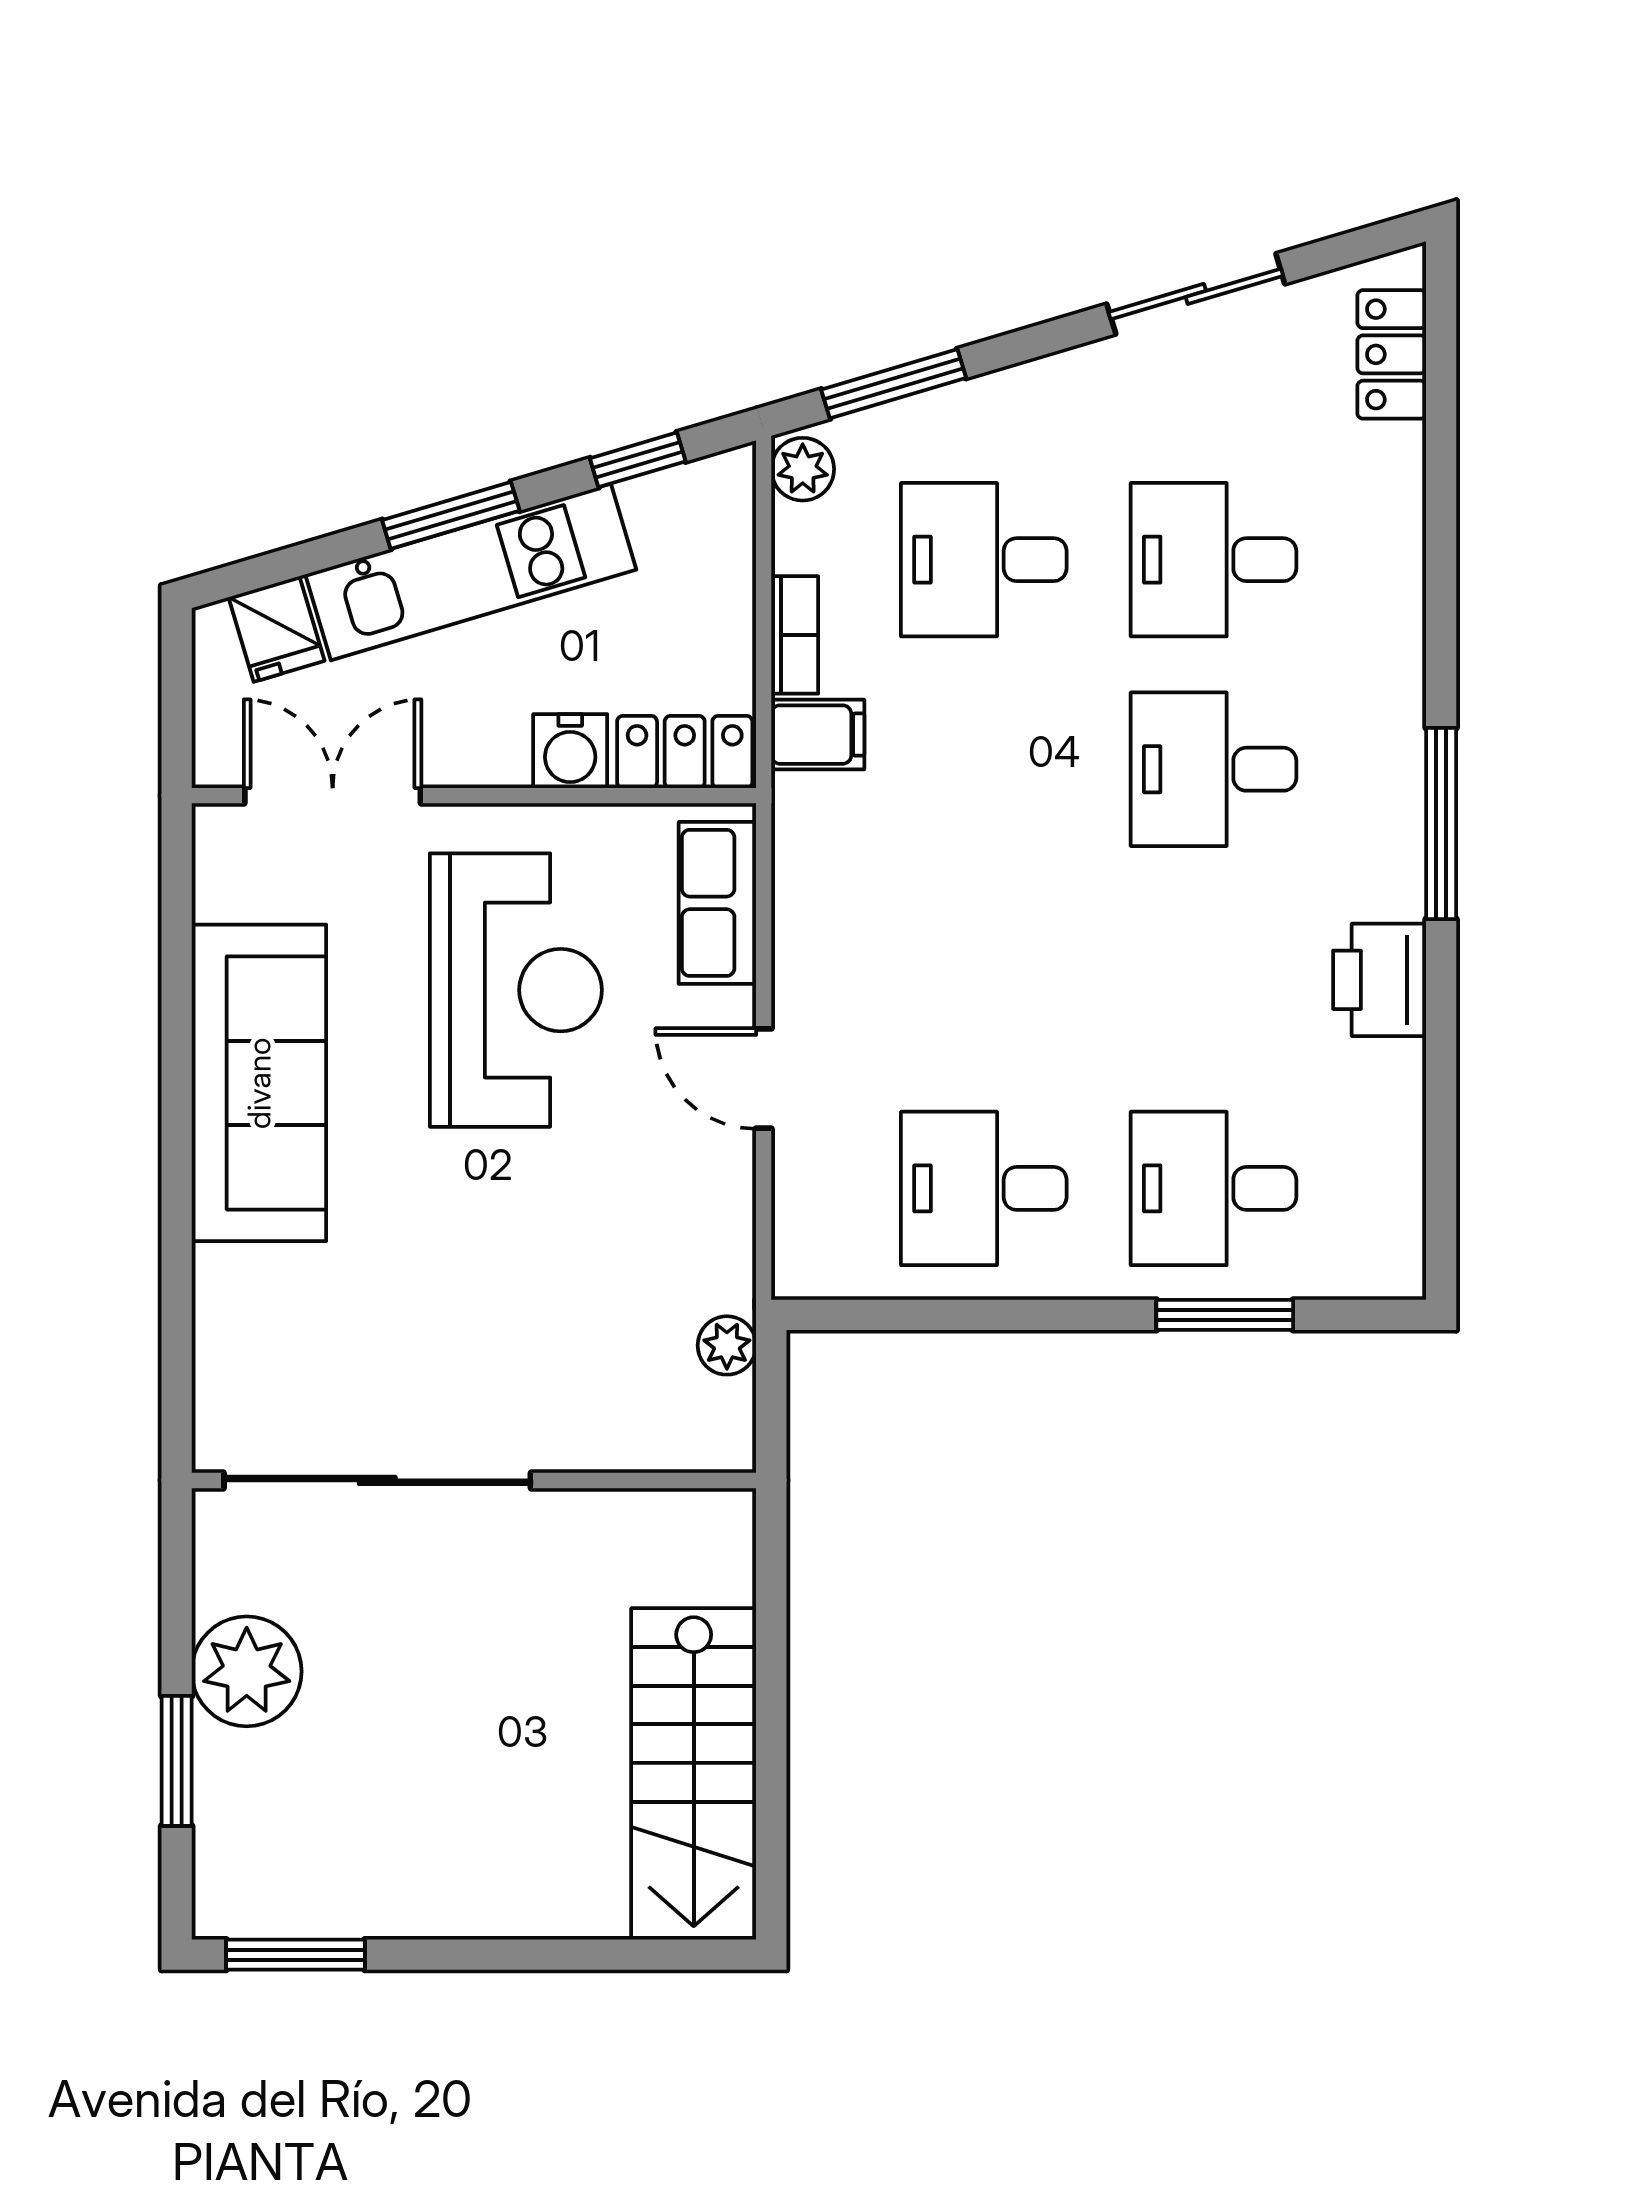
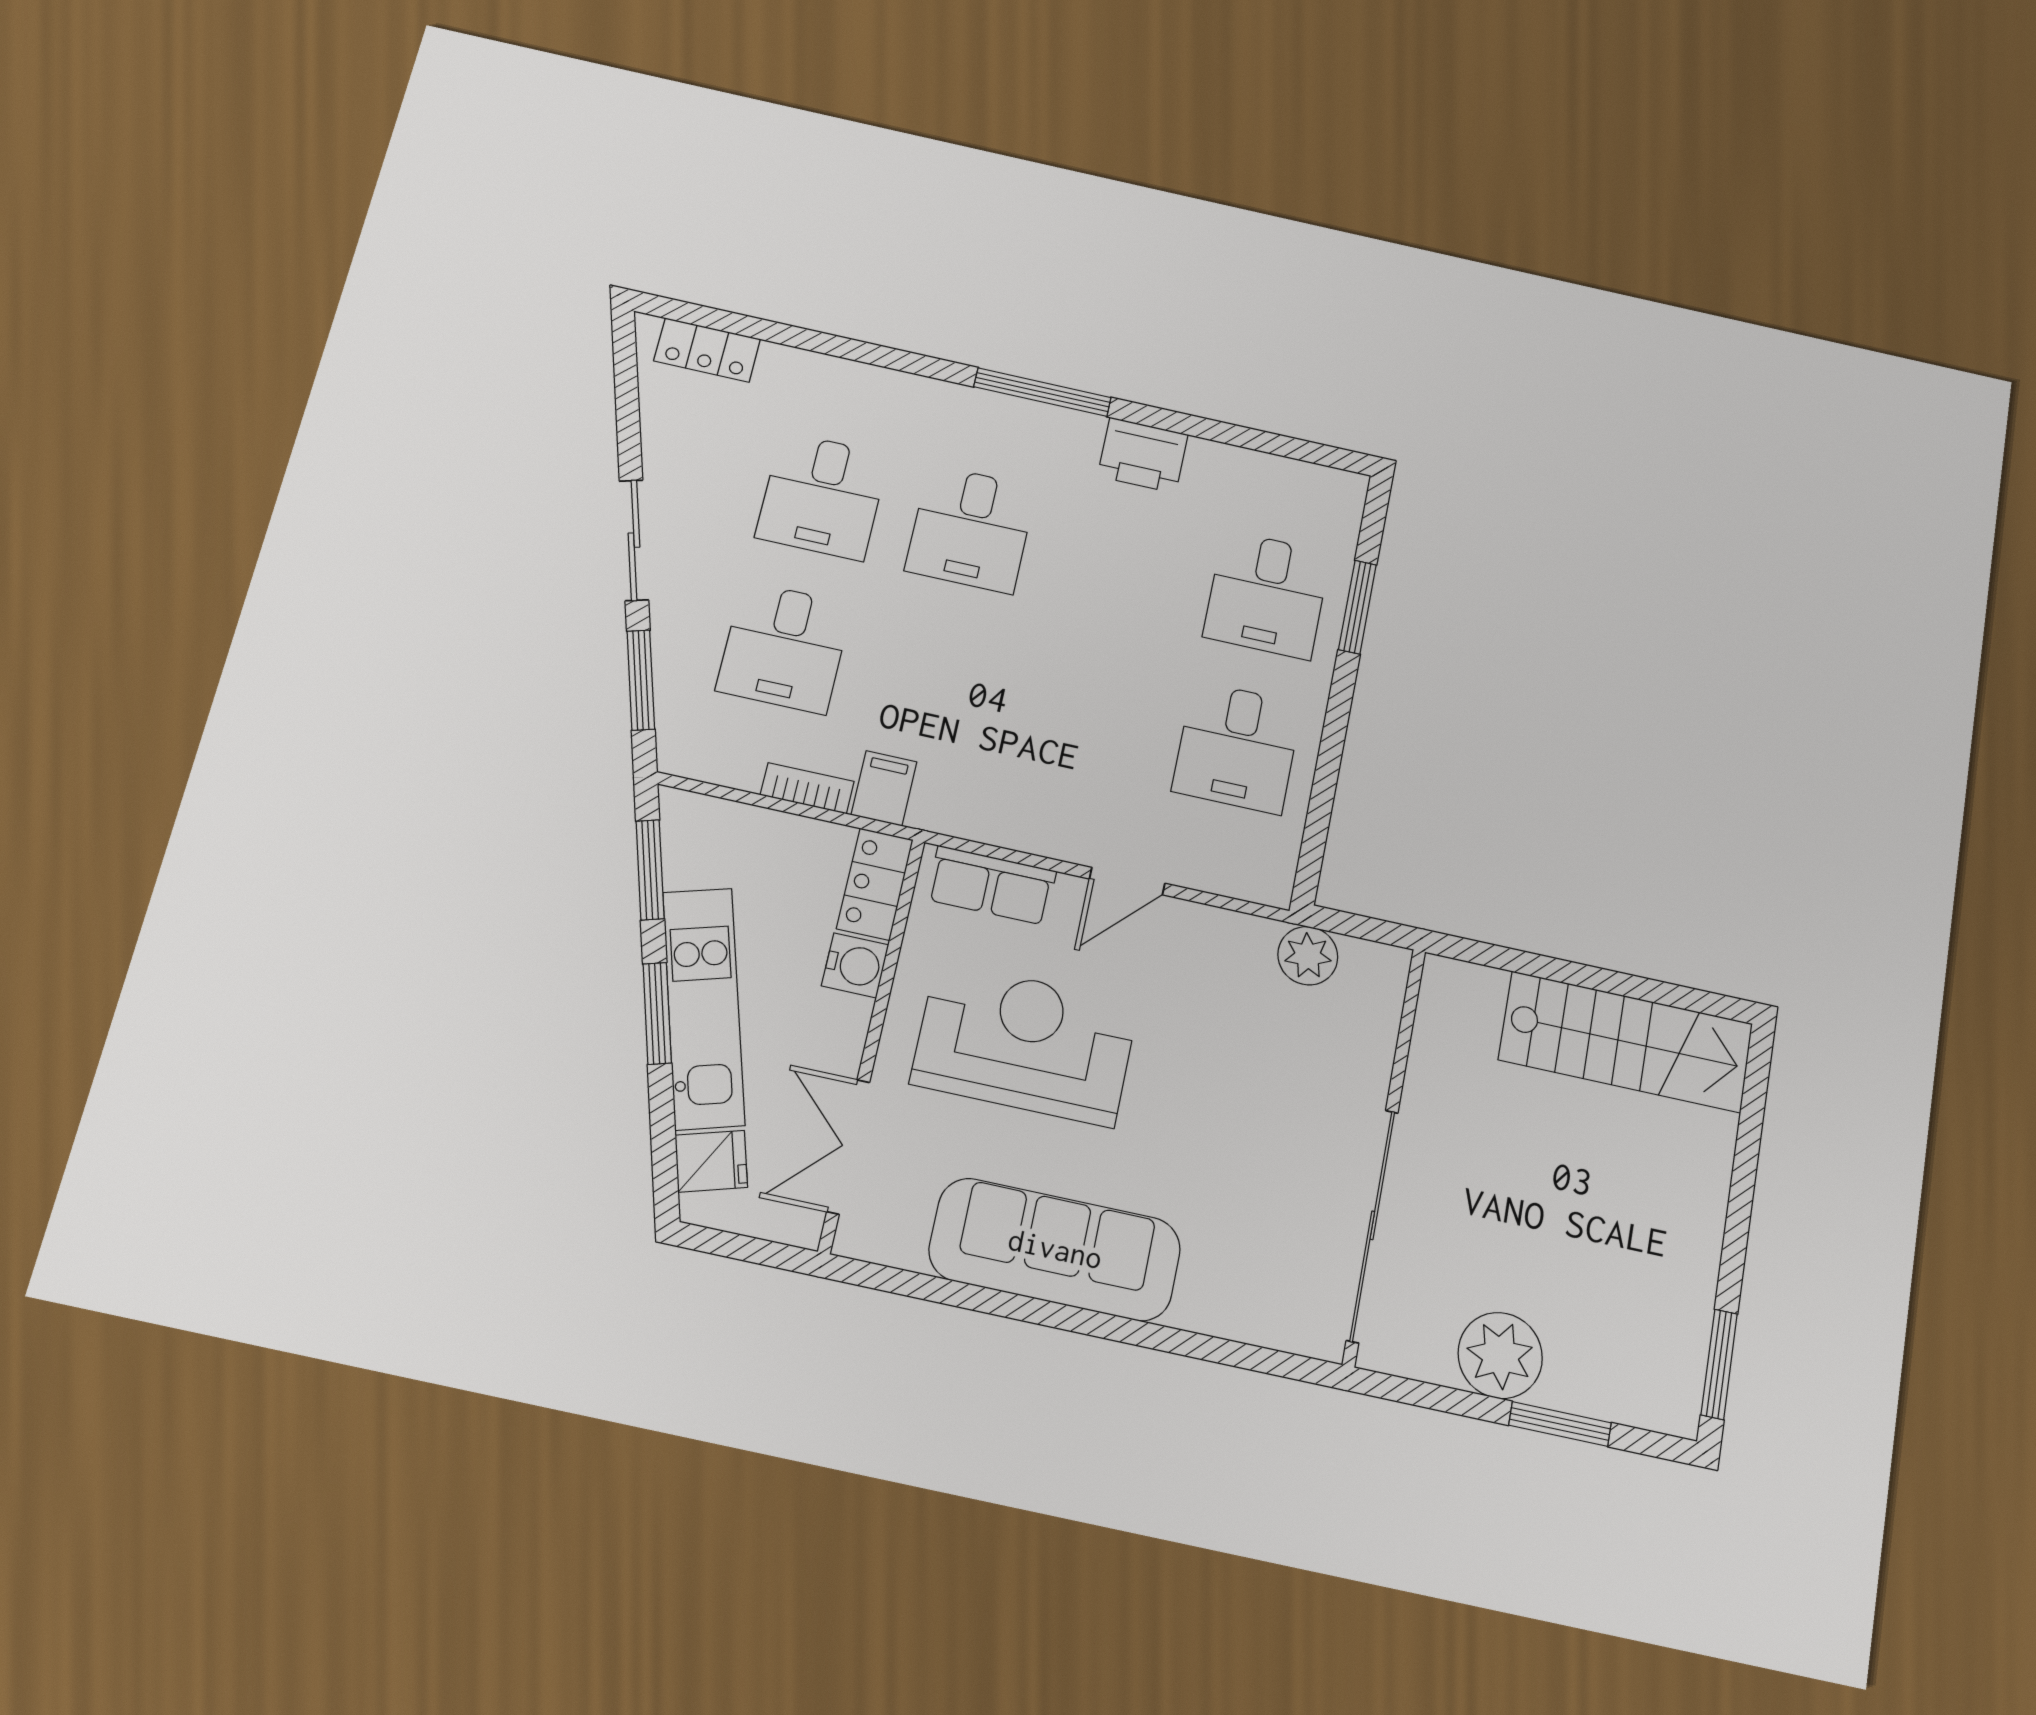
sliding door: (1196, 294) -> (634, 540), moved
window: (638, 460) -> (650, 870), width x1.50
plant: (803, 469) -> (687, 756), removed
plant: (727, 1345) -> (1308, 956), width x1.38, depth x1.38

